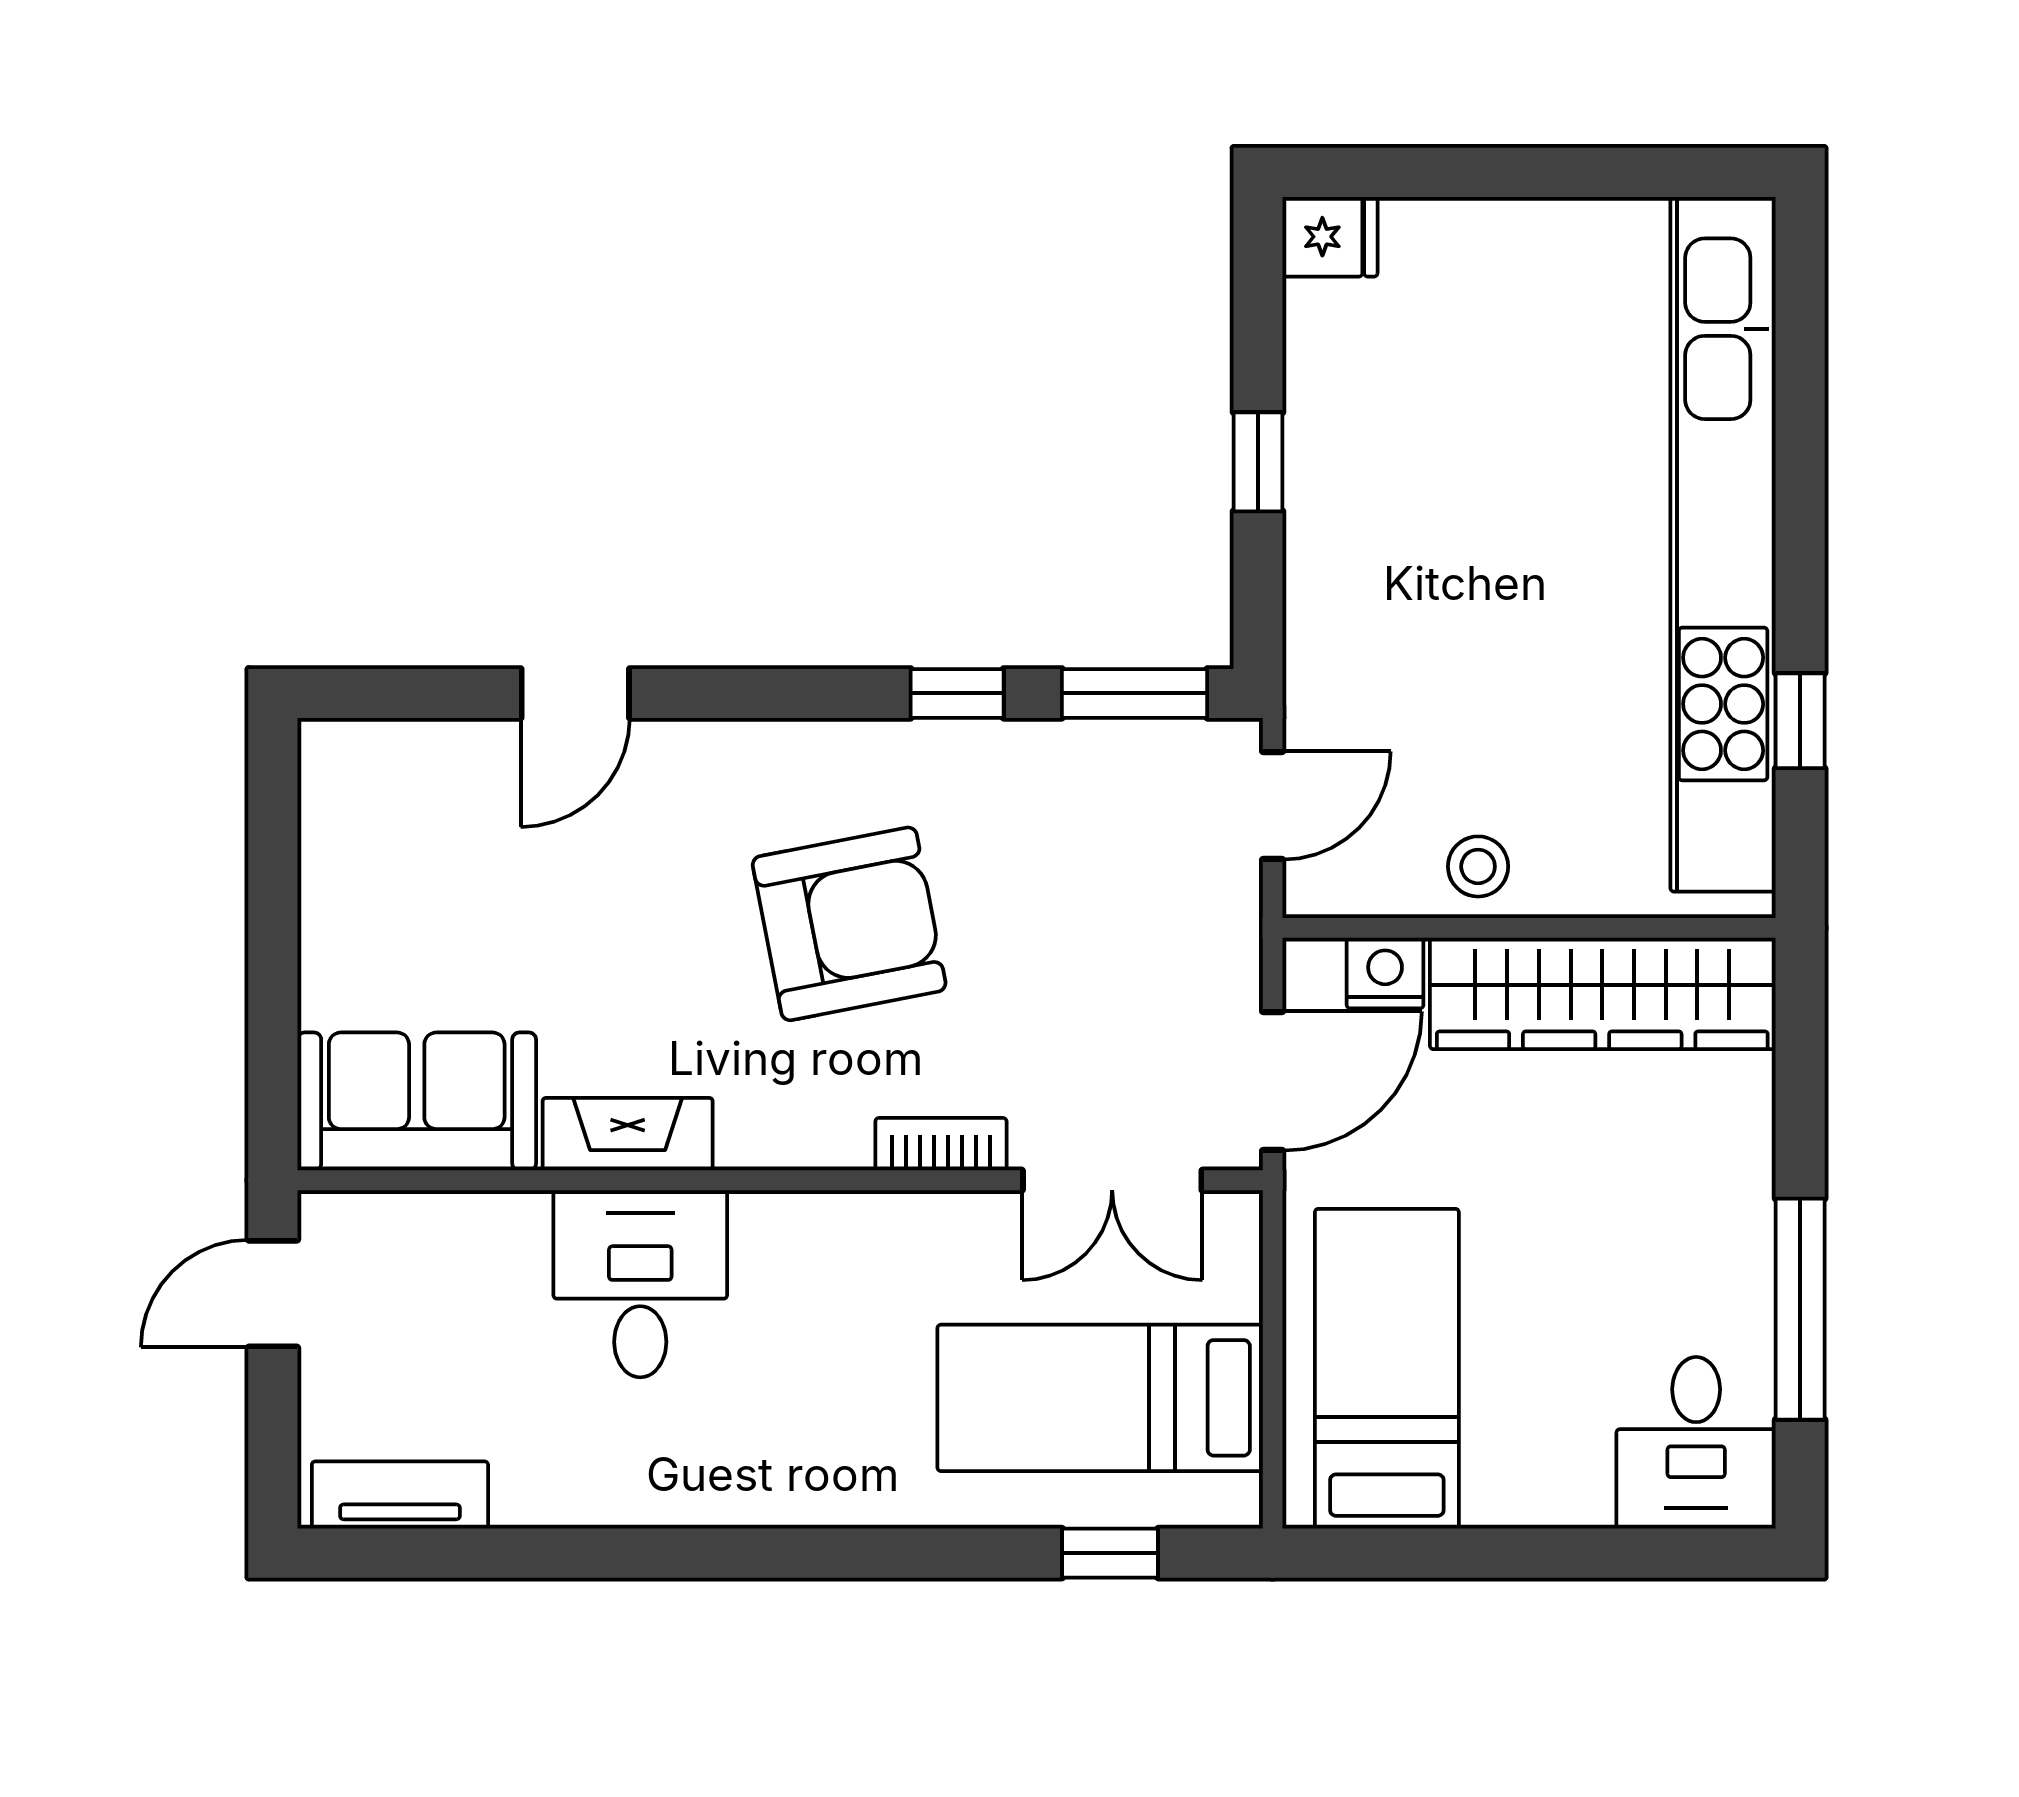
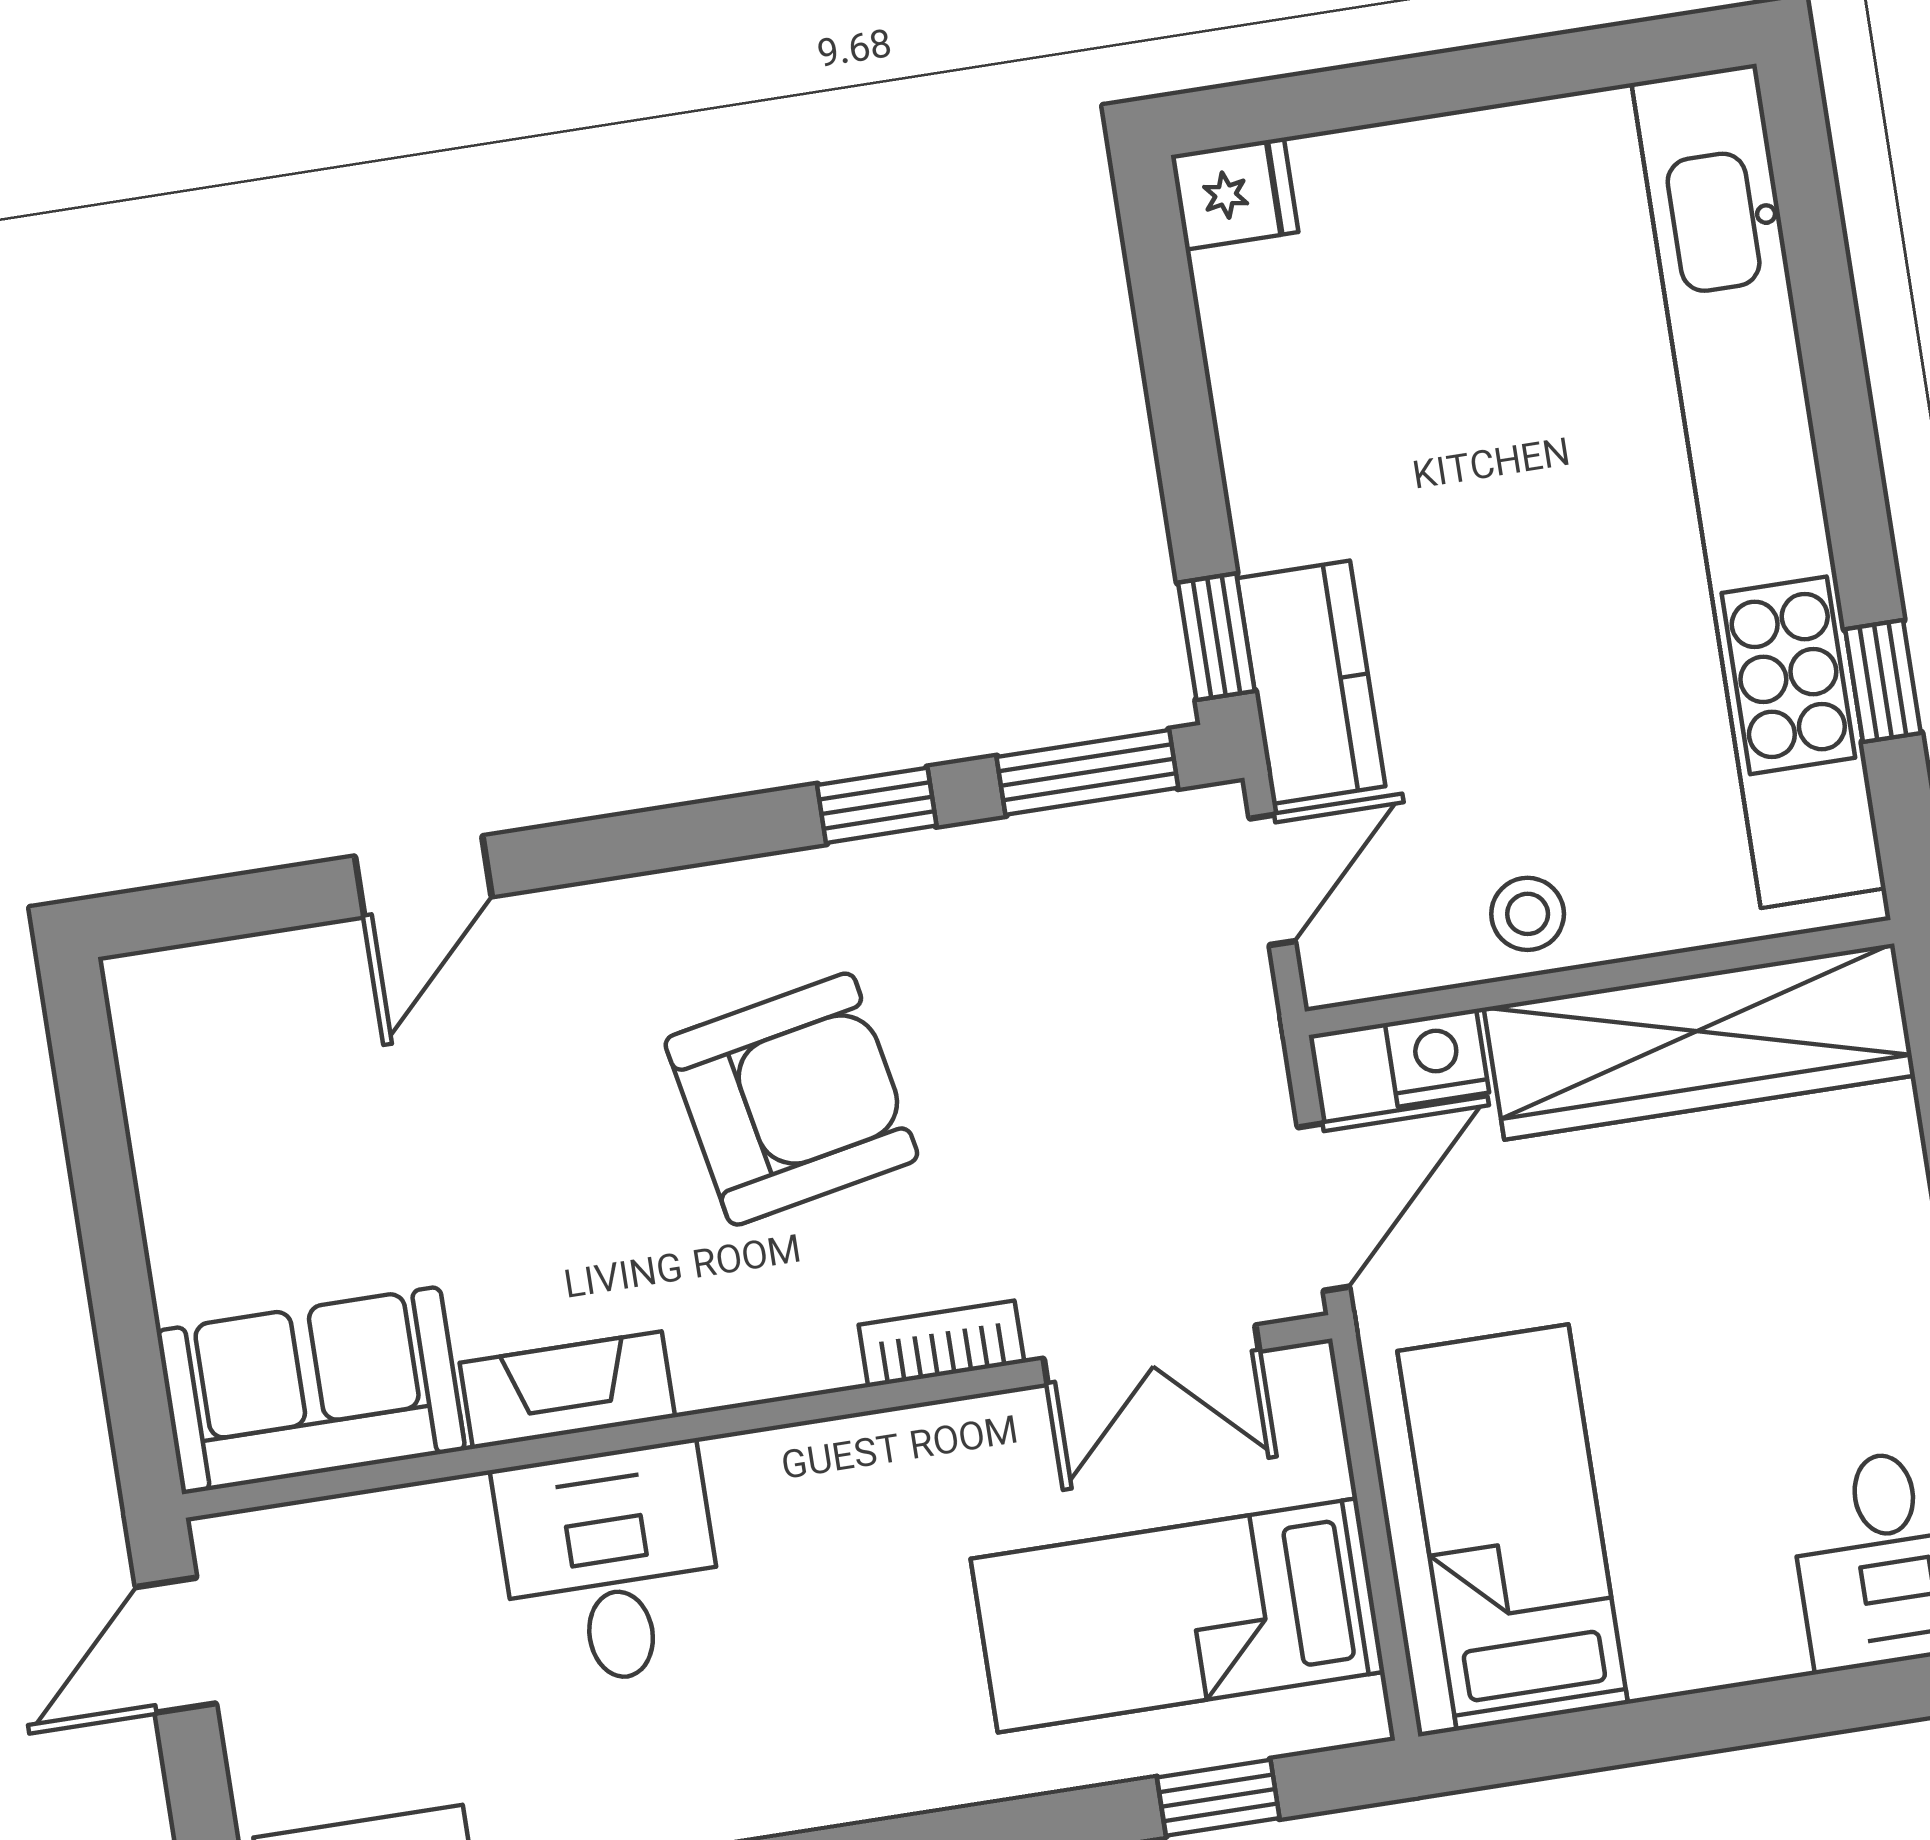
window: (1258, 462) -> (1216, 637), moved
kitchen counter: (1330, 648) -> (1311, 682), added

